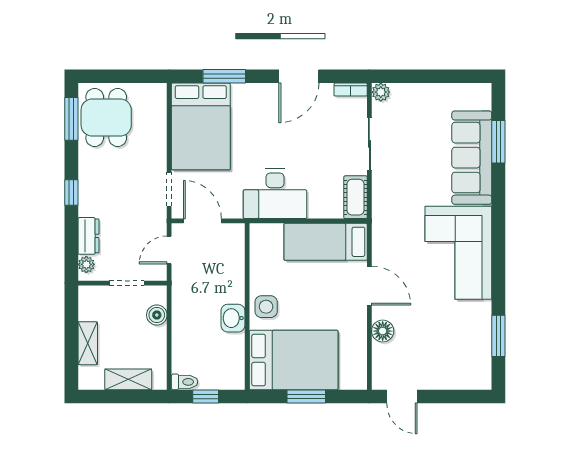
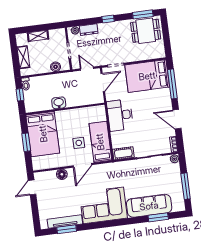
window: (224, 76) -> (172, 84), width x1.44
window: (441, 76) -> (186, 186), added
side table: (266, 307) -> (79, 143), moved
tv unit: (482, 337) -> (65, 222), added

